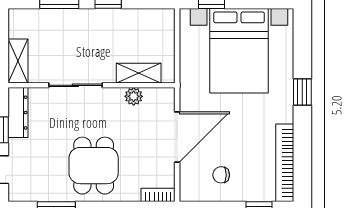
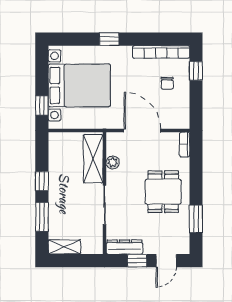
shelving: (18, 61) -> (64, 247), moved
shelving: (139, 73) -> (93, 159), width x1.50, depth x1.33
dining table: (94, 166) -> (163, 192), turned 90
chair: (221, 175) -> (167, 83), moved

